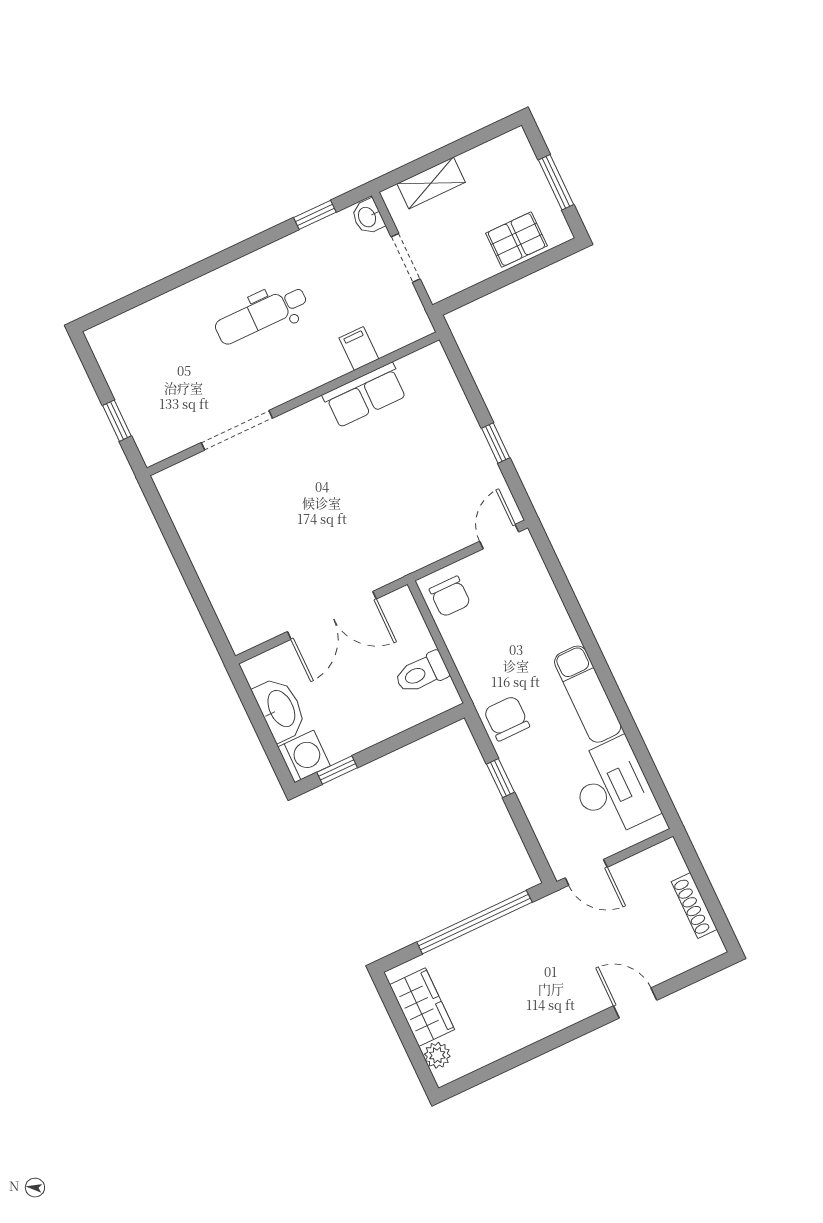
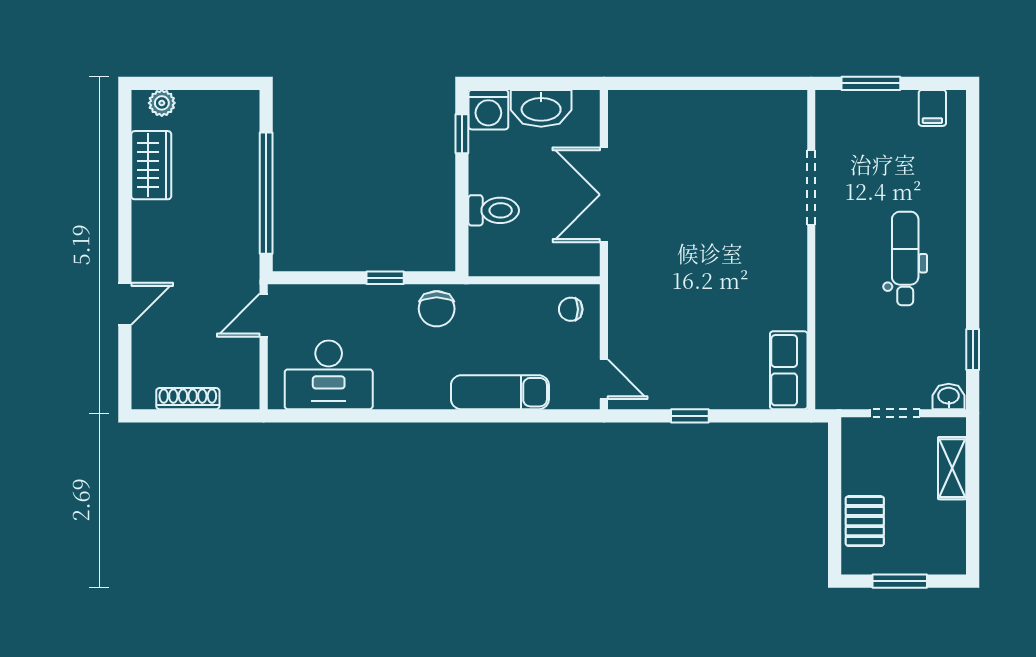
filing cabinet: (359, 349) -> (932, 108), moved, turned 90
row of seats: (365, 395) -> (789, 370), moved
window: (117, 421) -> (871, 83), width x1.50
chair: (450, 597) -> (571, 309), width x0.73, depth x0.73
toilet: (422, 673) -> (494, 210), moved, turned 90
exam couch: (588, 694) -> (500, 392), moved
chair: (507, 718) -> (437, 309), turned 90
wardrobe: (422, 1007) -> (151, 165), moved, turned -90

